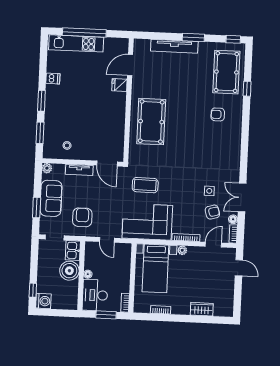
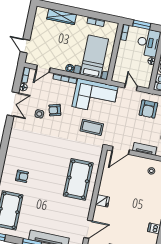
fridge: (119, 85) -> (102, 201), moved
door: (107, 164) -> (121, 150), swing flipped
armchair: (212, 212) -> (55, 110), moved
wardrobe: (202, 309) -> (62, 17), width x1.50

